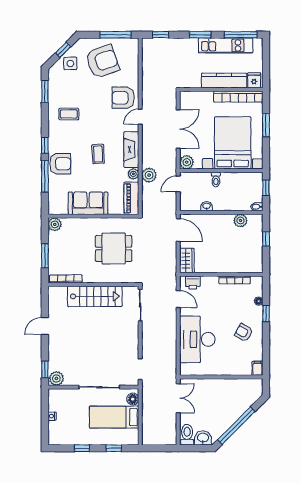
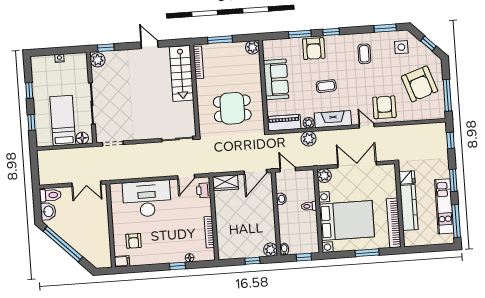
side table: (70, 64) -> (401, 47), moved
fridge: (254, 80) -> (407, 177), moved
double door: (178, 129) -> (357, 165), swing flipped
window: (45, 176) -> (300, 34), width x0.69
door: (178, 184) -> (288, 170), moved
plant: (240, 221) -> (270, 250), moved
dining table: (114, 248) -> (232, 108), turned 90
stairs: (95, 296) -> (182, 73), moved
armchair: (244, 333) -> (134, 241), moved, turned 151

